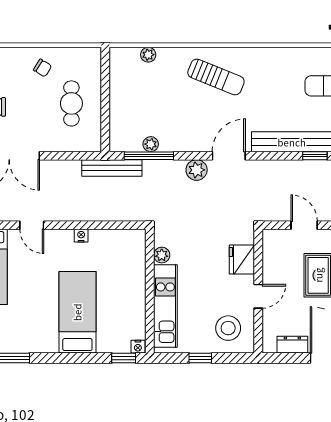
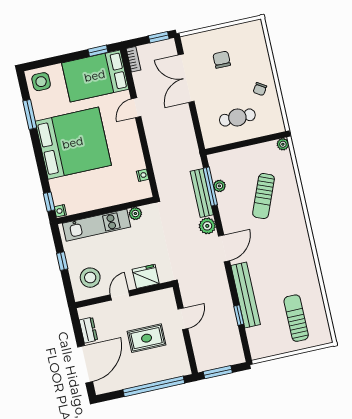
plant: (148, 55) -> (283, 144), moved
sun lounger: (216, 77) -> (264, 196), moved
door: (229, 156) -> (224, 248), hinge flipped
bench: (112, 168) -> (202, 193), moved
nightstand: (81, 236) -> (143, 175), moved
door: (258, 296) -> (120, 295), swing flipped
bed: (77, 312) -> (73, 143), width x2.04

